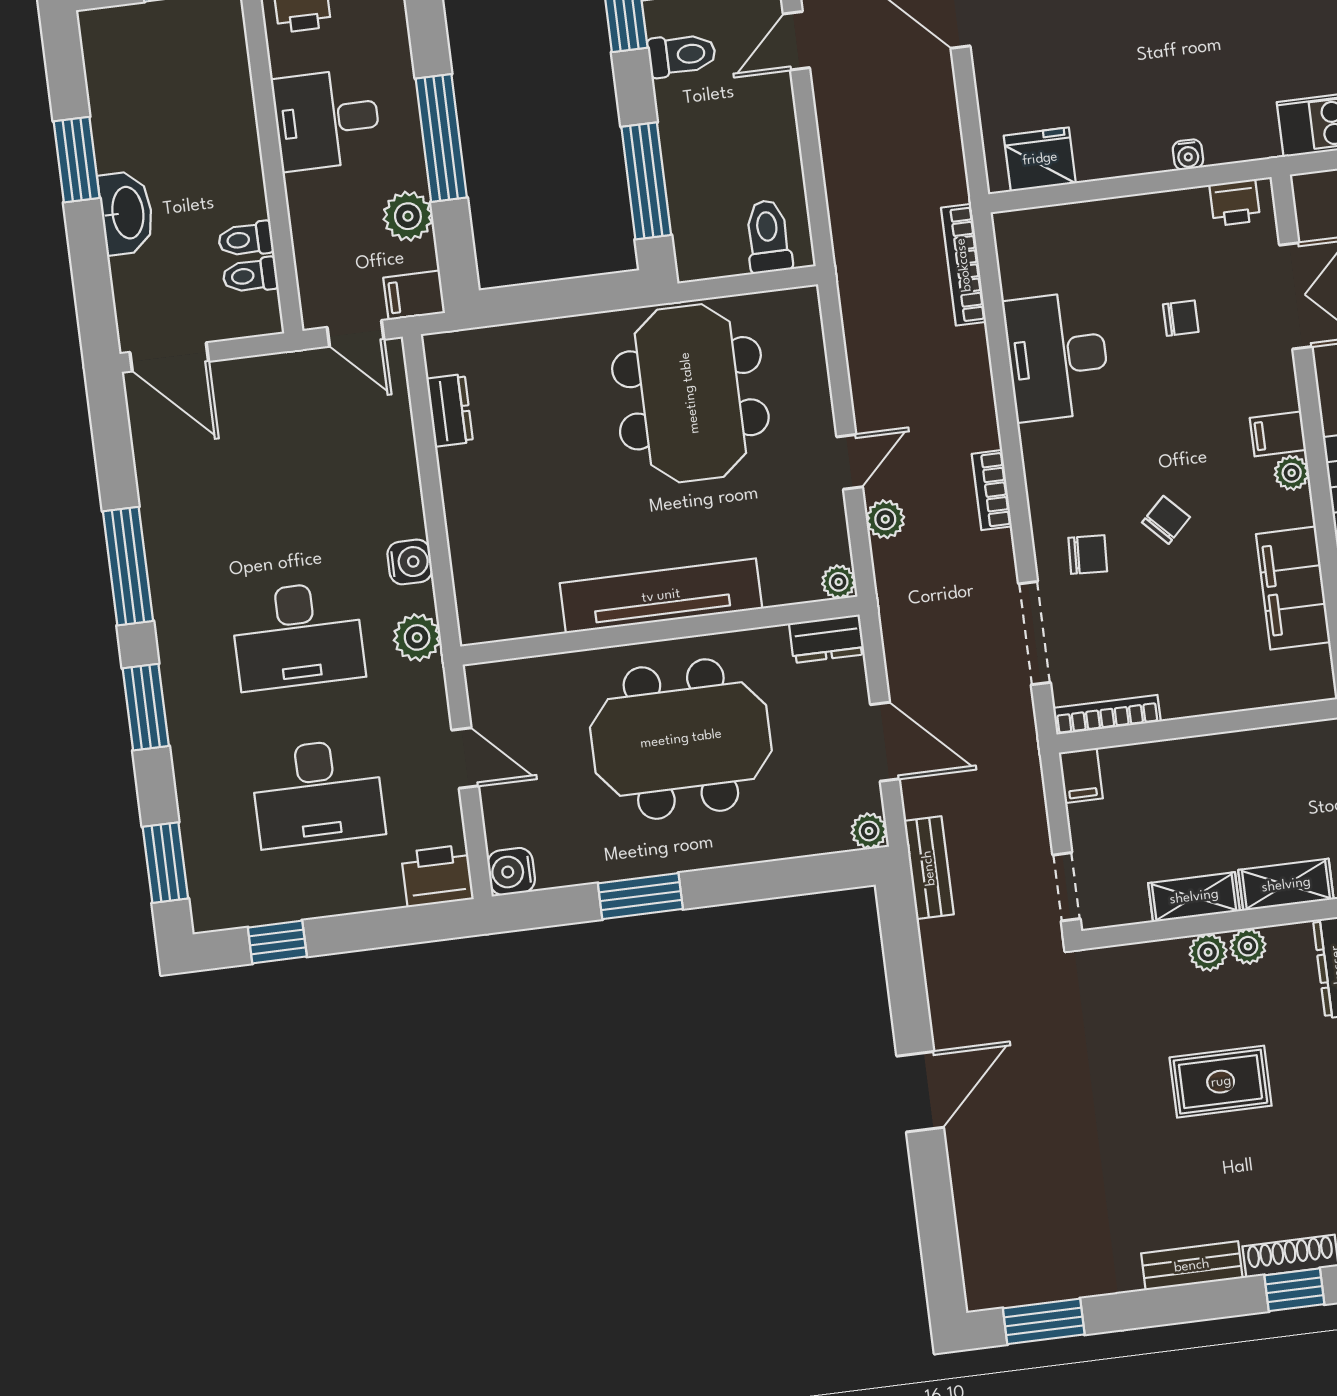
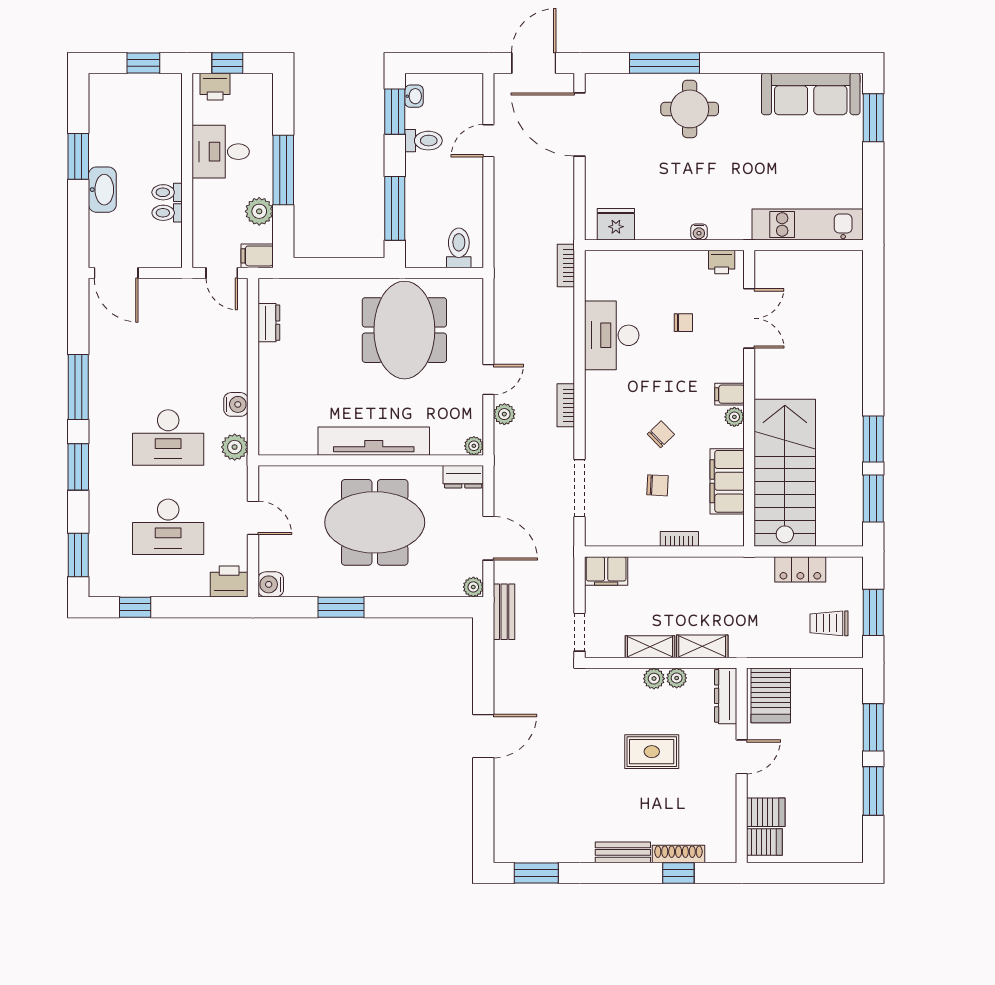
bookcase: (964, 265) -> (566, 266), width x0.64
toilet: (250, 275) -> (167, 192), moved
chair: (1088, 555) -> (657, 485), moved
bookcase: (1107, 715) -> (679, 539), moved, width x0.64
filing cabinet: (1081, 775) -> (606, 571), width x2.00

